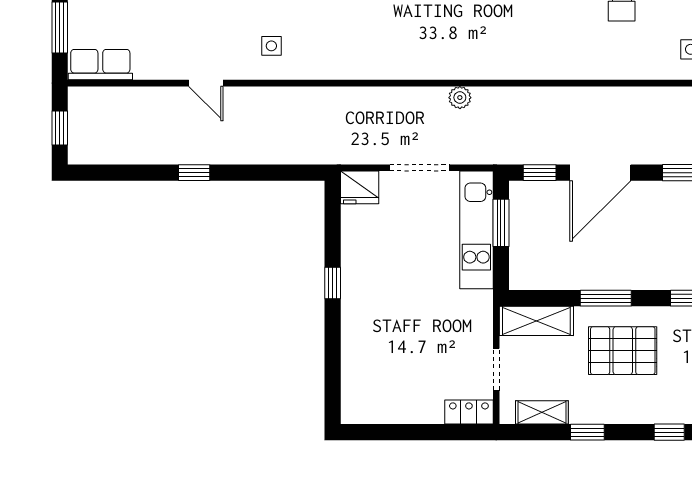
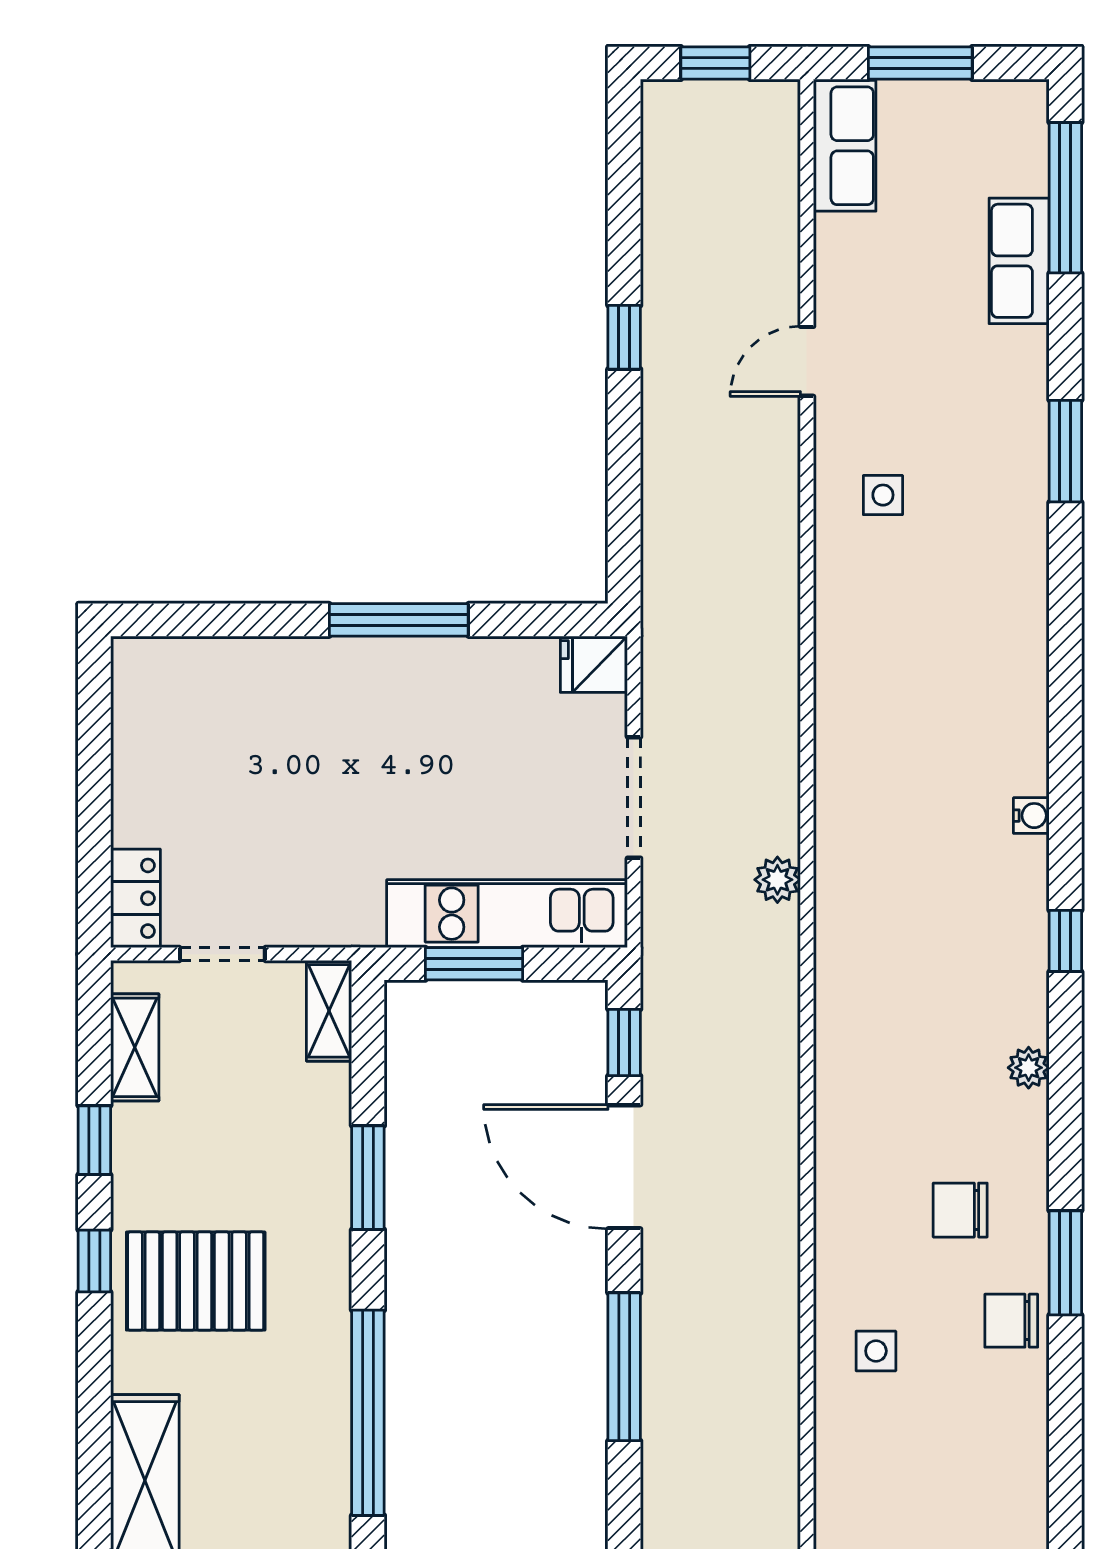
fridge: (360, 187) -> (594, 664), width x0.72
window: (501, 223) -> (474, 964), moved
window: (333, 283) -> (399, 620), width x2.17
shelving: (536, 321) -> (329, 1011), width x0.67, depth x0.75
pallet: (623, 351) -> (196, 1281), moved, turned 90
window: (669, 432) -> (94, 1261), moved

